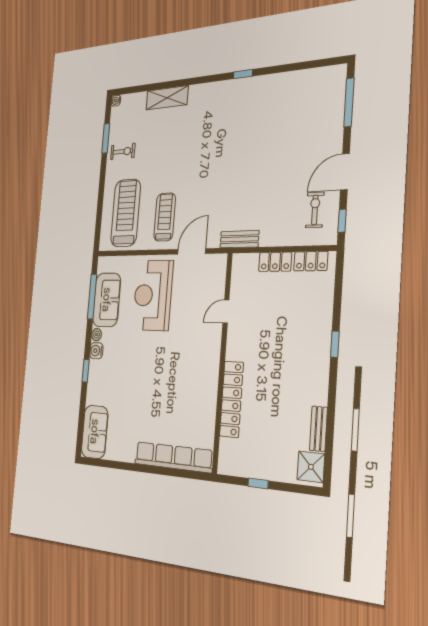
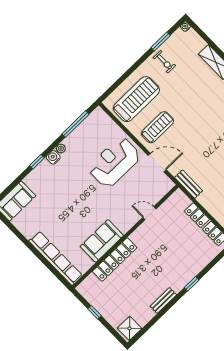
sofa: (107, 300) -> (102, 241), moved, turned 180
bench: (318, 429) -> (163, 300), moved

